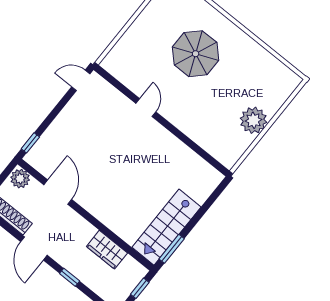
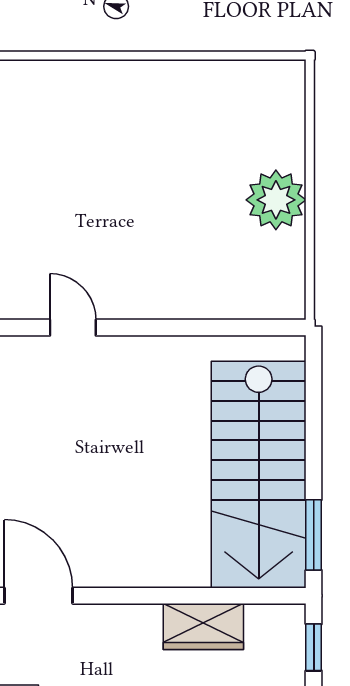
parasol: (196, 54) -> (84, 166), removed
stairs: (166, 227) -> (259, 475), width x1.36, depth x1.51

